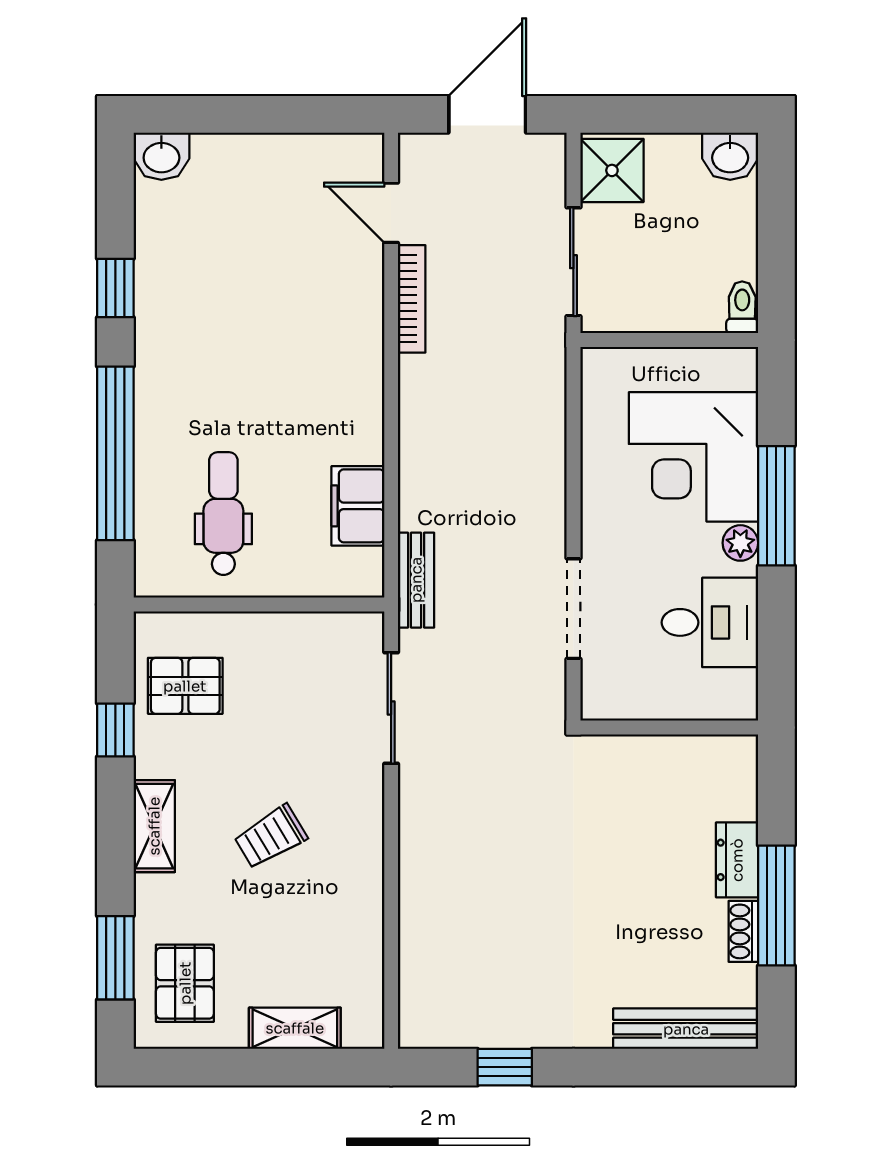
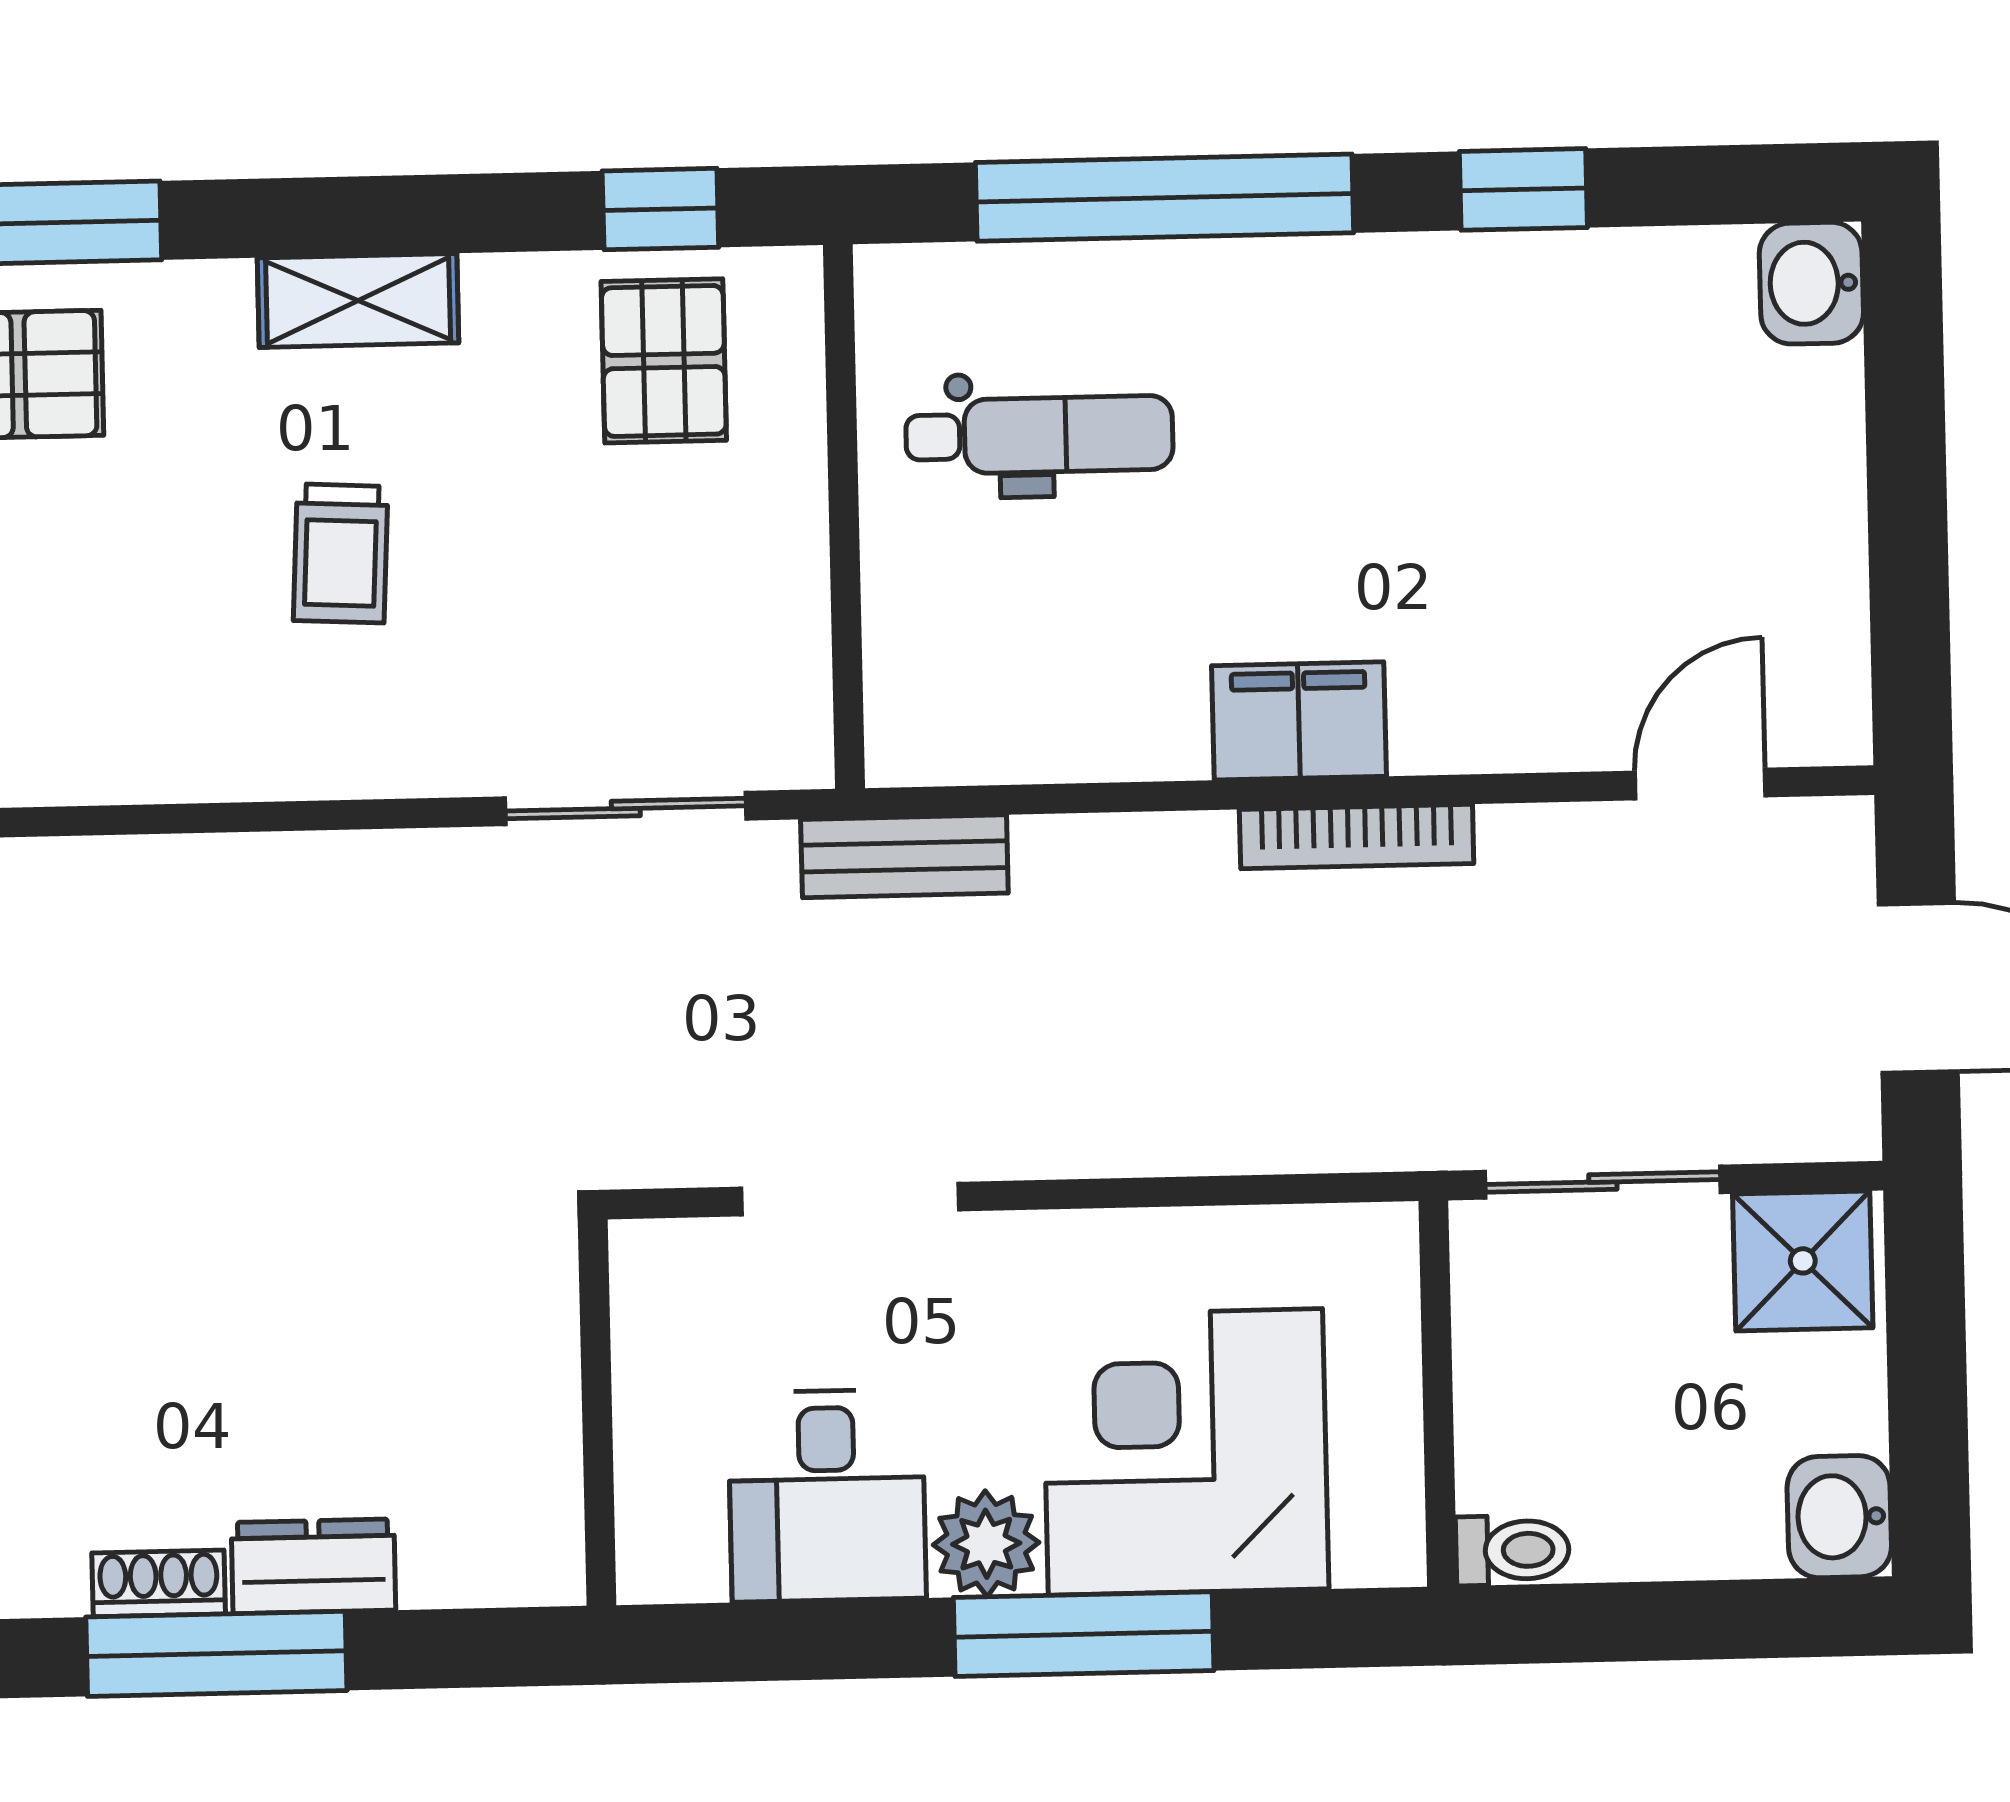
bookcase: (412, 299) -> (1357, 837), moved
filing cabinet: (358, 506) -> (1299, 721), moved
plant: (740, 543) -> (986, 1544), width x1.38, depth x1.38
window: (115, 730) -> (660, 209), moved
trolley: (271, 837) -> (341, 553), turned -146

